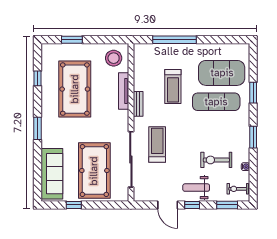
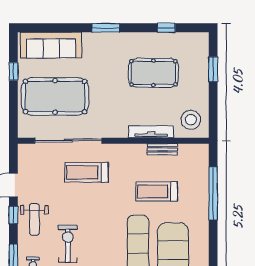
pool table: (75, 89) -> (153, 73), width x0.73, depth x0.76
bench: (138, 104) -> (162, 149), moved
treadmill: (157, 144) -> (87, 172), turned 180
weight bench: (196, 188) -> (34, 219), turned 180

